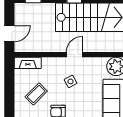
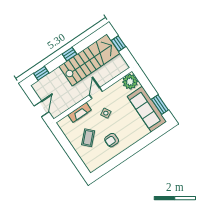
fireplace: (28, 63) -> (80, 112), moved

